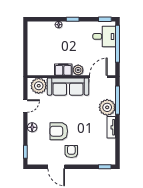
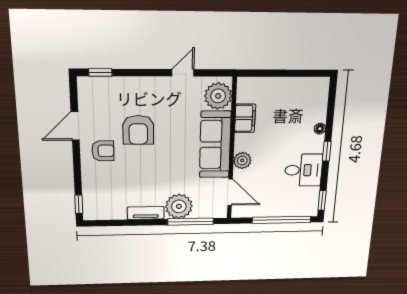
desk: (104, 36) -> (303, 170), moved, turned -90
filing cabinet: (63, 70) -> (245, 118), moved
door: (25, 106) -> (183, 73), swing flipped
floor lamp: (32, 127) -> (145, 84), removed
armchair: (59, 131) -> (138, 130), turned 180

